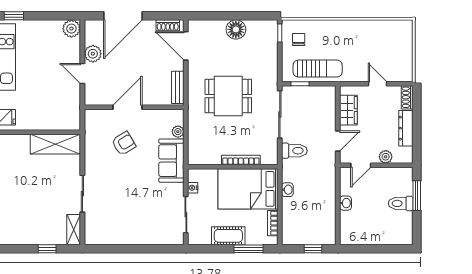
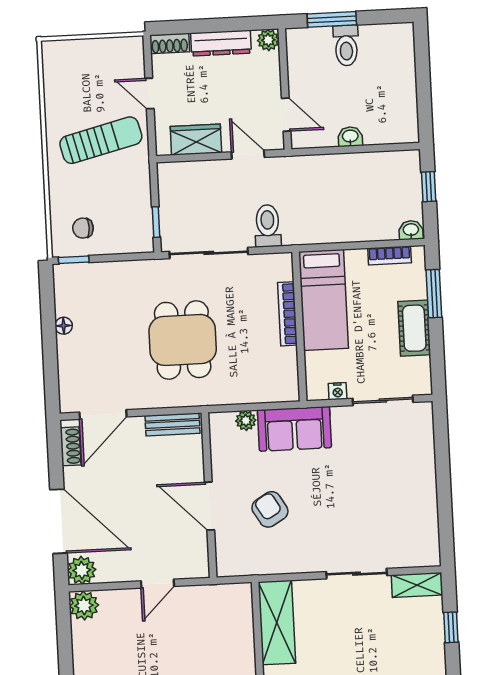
floor lamp: (236, 29) -> (64, 326), width x0.53, depth x0.53
plant: (93, 54) -> (82, 570), moved
sun lounger: (318, 69) -> (101, 140), moved, turned 76
door: (378, 84) -> (150, 94), hinge flipped
plant: (386, 157) -> (268, 40), moved
bed: (248, 189) -> (324, 300), width x0.67
washbasin: (287, 190) -> (411, 230), moved

